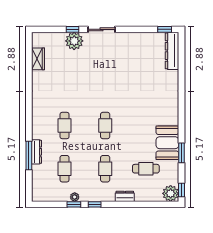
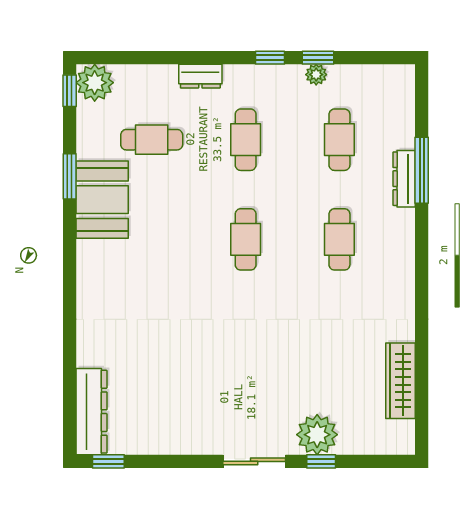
wardrobe: (38, 59) -> (401, 381), width x1.50

